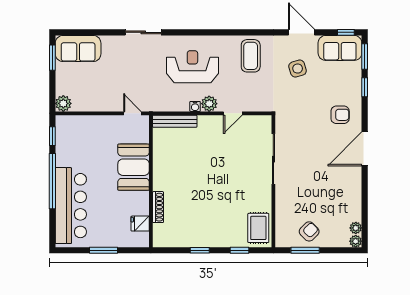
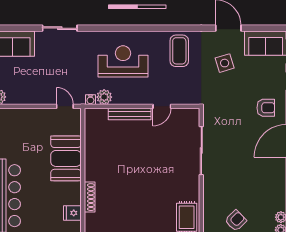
sliding door: (143, 32) -> (60, 28), moved
window: (346, 32) -> (271, 28), removed
plant: (209, 104) -> (104, 97), moved
water cooler: (195, 106) -> (90, 100), moved
bench: (175, 121) -> (130, 114), moved

